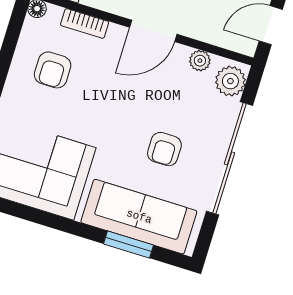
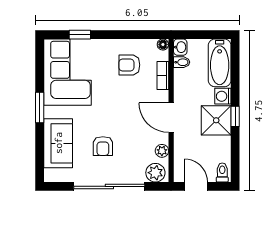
armchair: (164, 149) -> (103, 146), turned -90
sofa: (139, 217) -> (58, 143), width x0.73
window: (128, 245) -> (40, 107), moved

